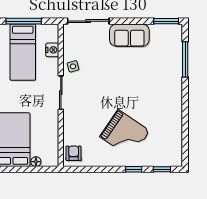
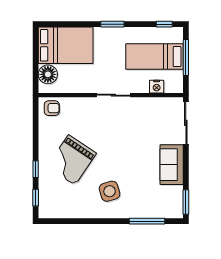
side table: (73, 66) -> (110, 191), moved, width x1.87, depth x1.87
floor lamp: (36, 162) -> (48, 74), width x1.89, depth x1.89

